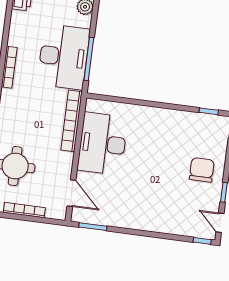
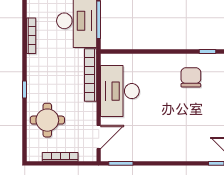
chair: (202, 170) -> (191, 77), moved
door: (71, 193) -> (99, 137), hinge flipped

